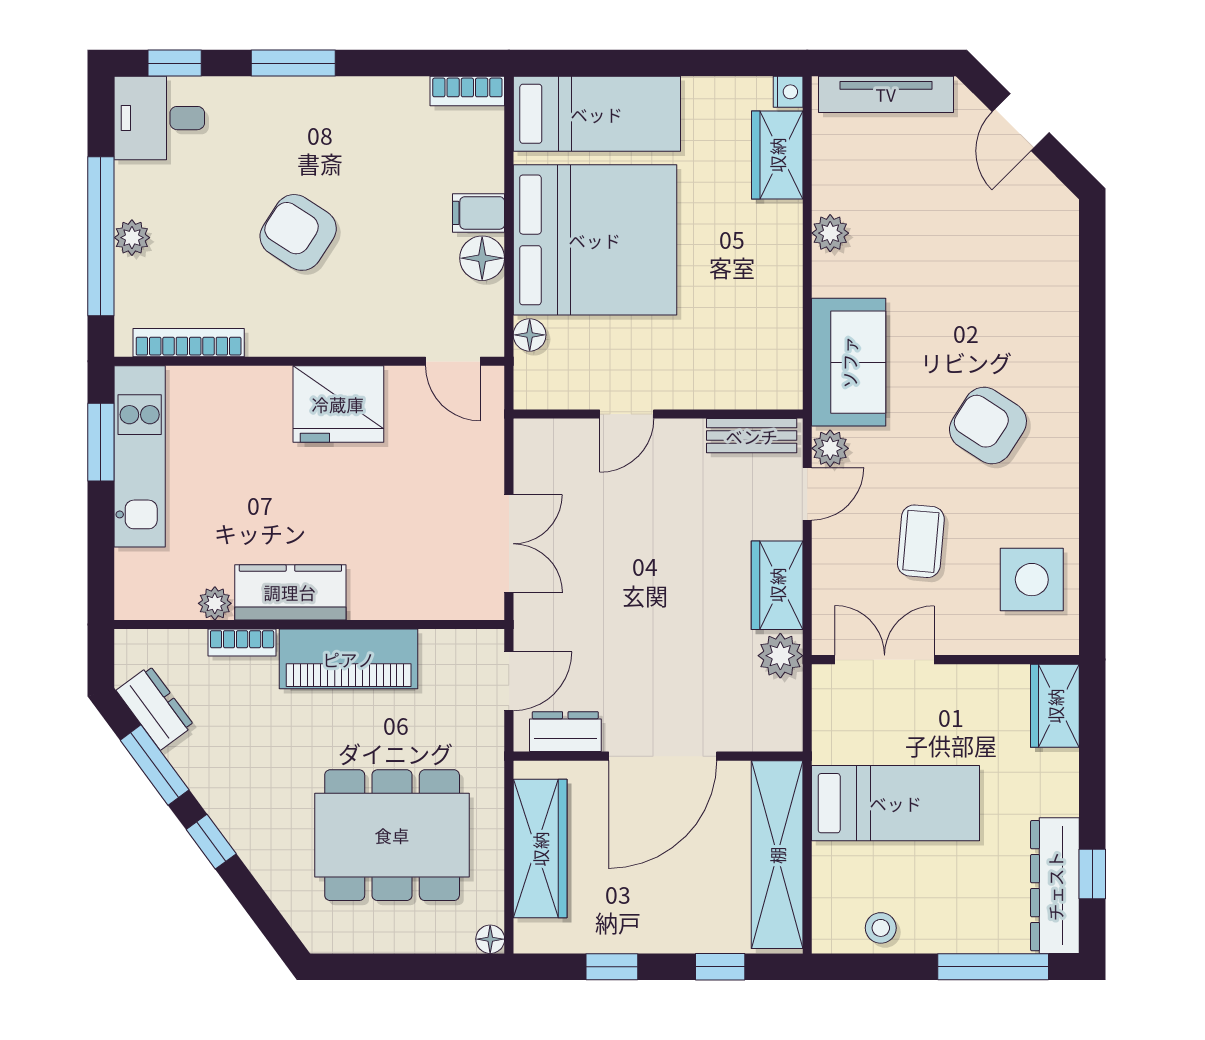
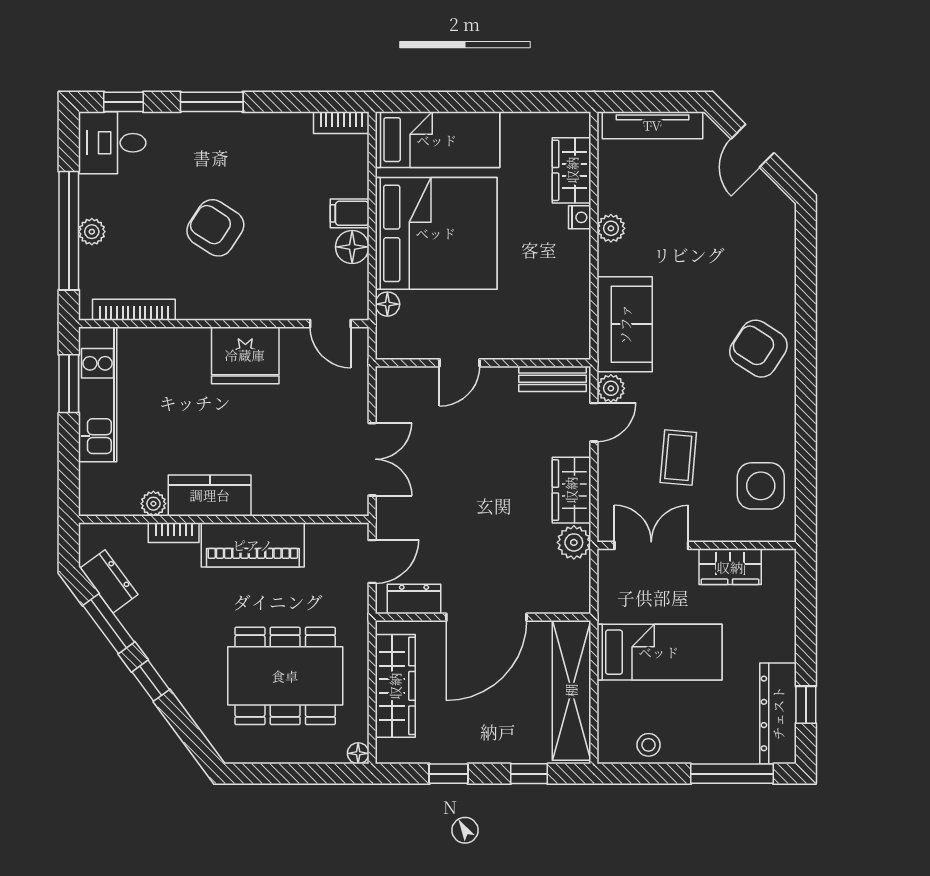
nightstand: (788, 92) -> (580, 217), moved
armchair: (988, 426) -> (758, 349), moved
wardrobe: (1055, 706) -> (730, 567), moved, turned -90

